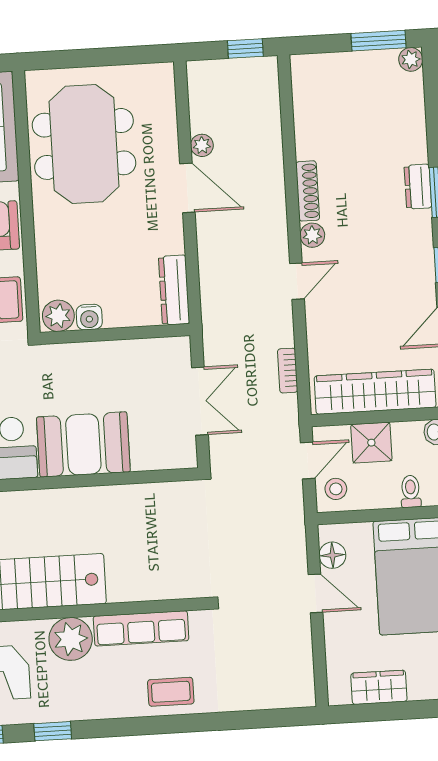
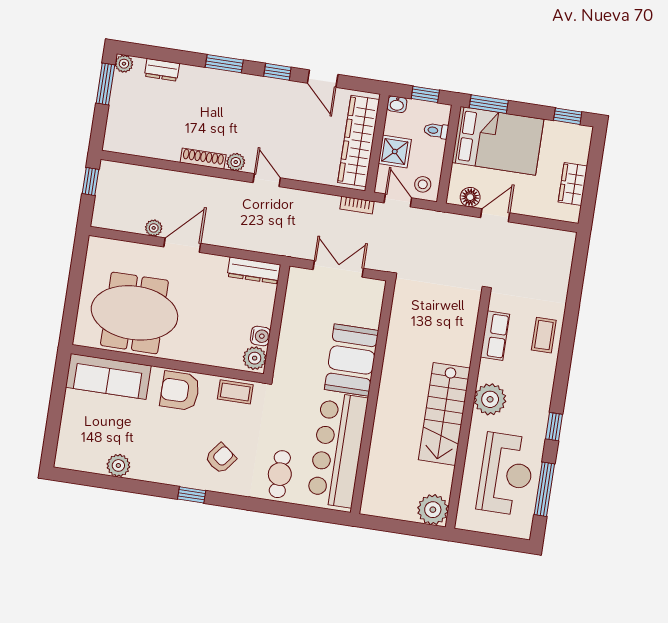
dresser: (418, 187) -> (162, 70), moved
bookcase: (288, 371) -> (357, 205), moved
row of seats: (141, 628) -> (495, 336), width x0.68

